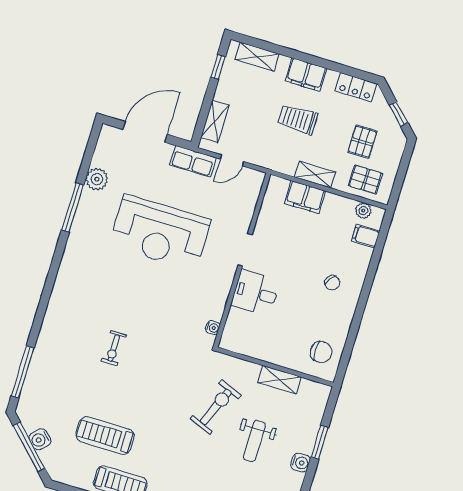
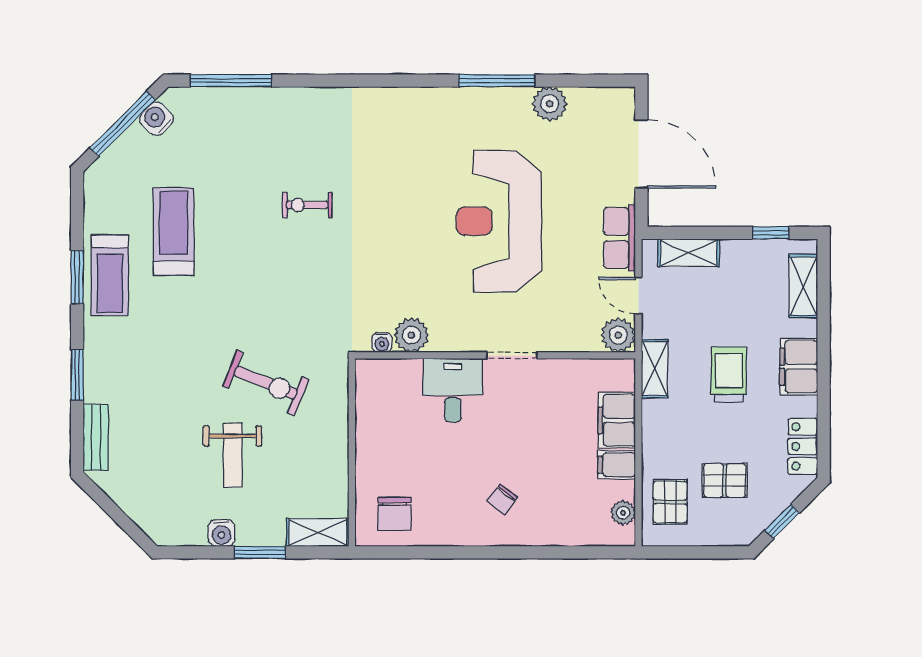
shelving: (315, 175) -> (655, 369), moved
plant: (253, 180) -> (618, 335), added
filing cabinet: (366, 236) -> (617, 465), moved, turned -90
plant: (214, 308) -> (411, 335), added
shelving: (279, 380) -> (318, 532), moved, turned 90
water cooler: (40, 439) -> (156, 119), moved
weight bench: (254, 441) -> (233, 455), turned -90

